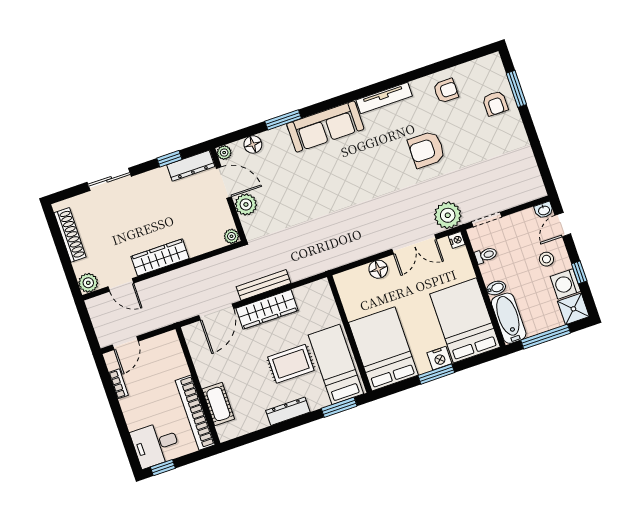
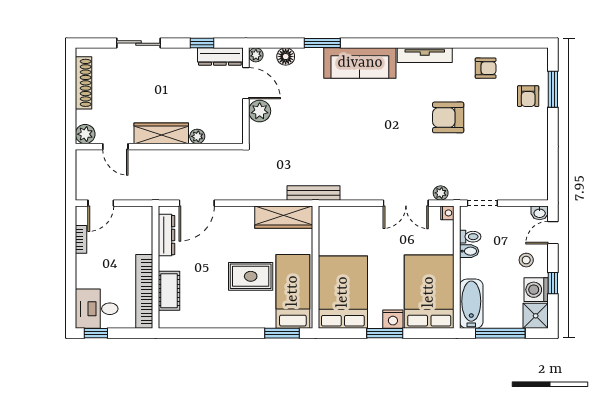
plant: (448, 215) -> (441, 193), width x0.53, depth x0.53
plant: (231, 236) -> (197, 136), moved
floor lamp: (378, 269) -> (364, 215), removed
bench: (264, 285) -> (313, 193), moved
bidet: (496, 288) -> (469, 251), moved
wardrobe: (267, 309) -> (284, 217), moved
dresser: (288, 411) -> (166, 235), moved, turned 90

